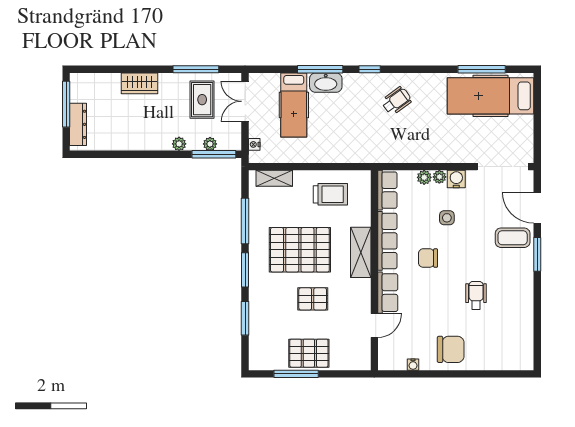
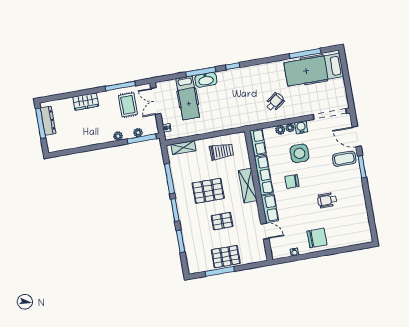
wheelchair: (396, 101) -> (275, 102), moved
dresser: (78, 124) -> (48, 121), moved
side table: (447, 218) -> (299, 153), width x1.87, depth x1.87
pallet: (300, 250) -> (208, 191), width x0.73, depth x0.71
wheelchair: (476, 295) -> (327, 200), turned -90
door: (374, 326) -> (265, 231), hinge flipped

